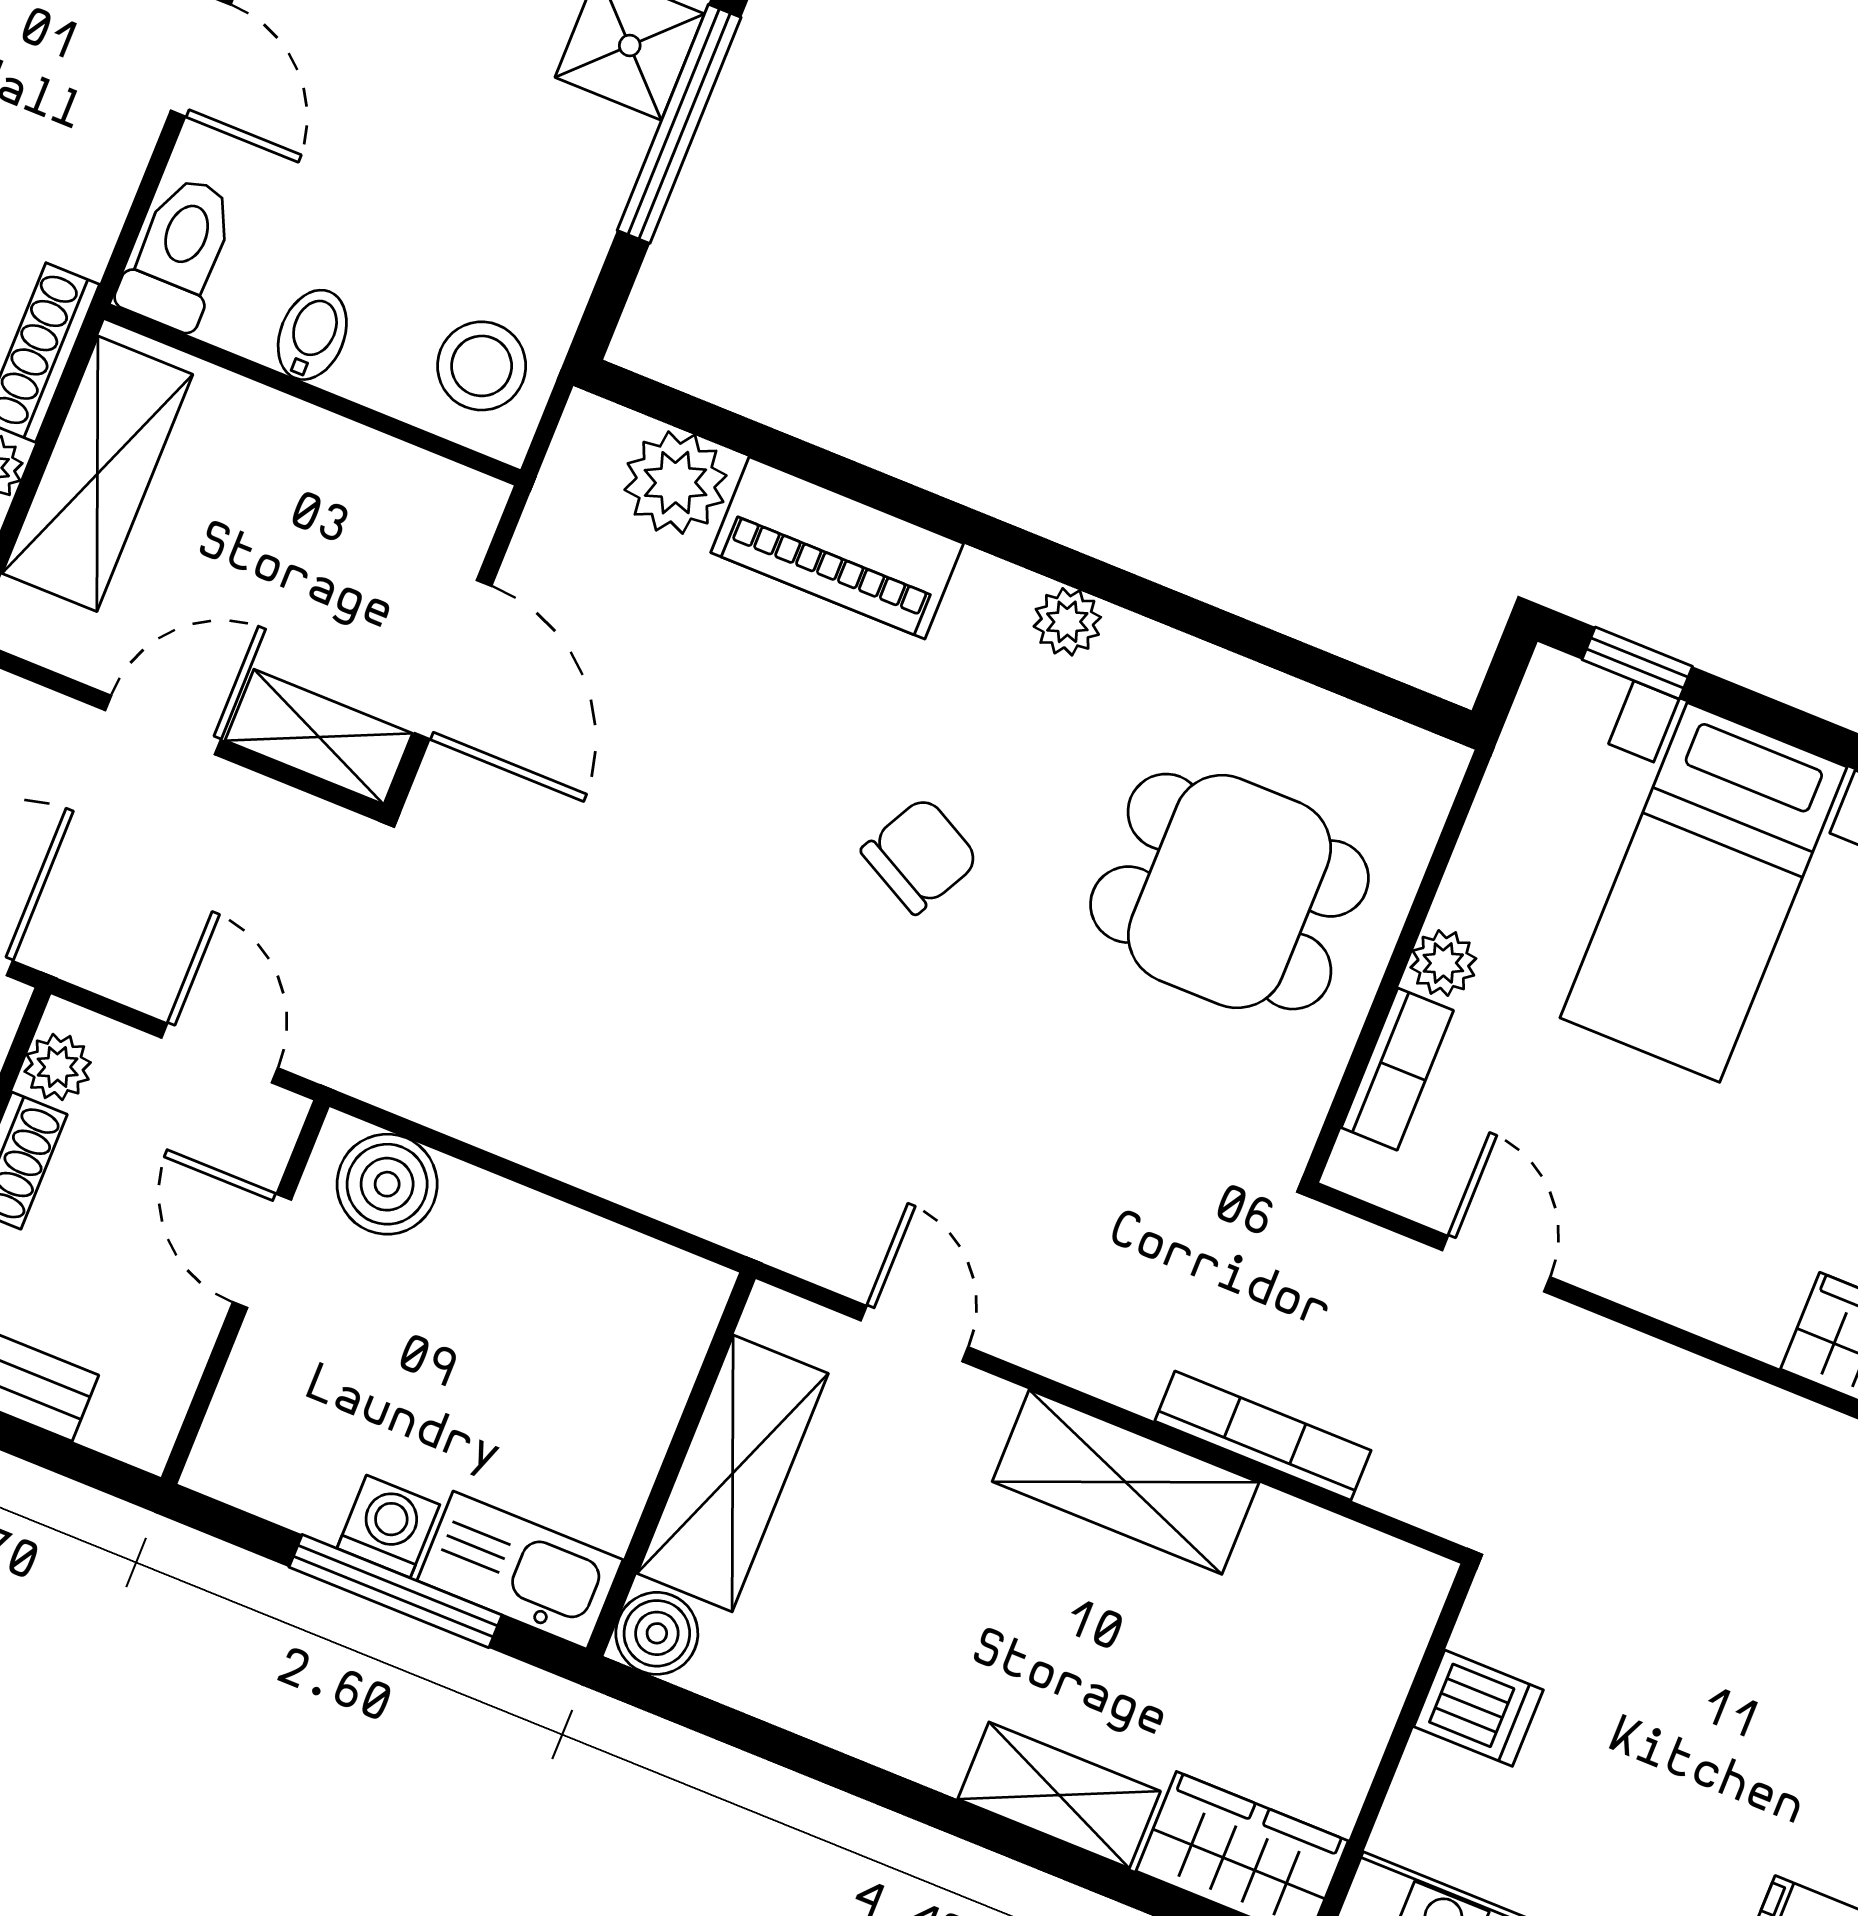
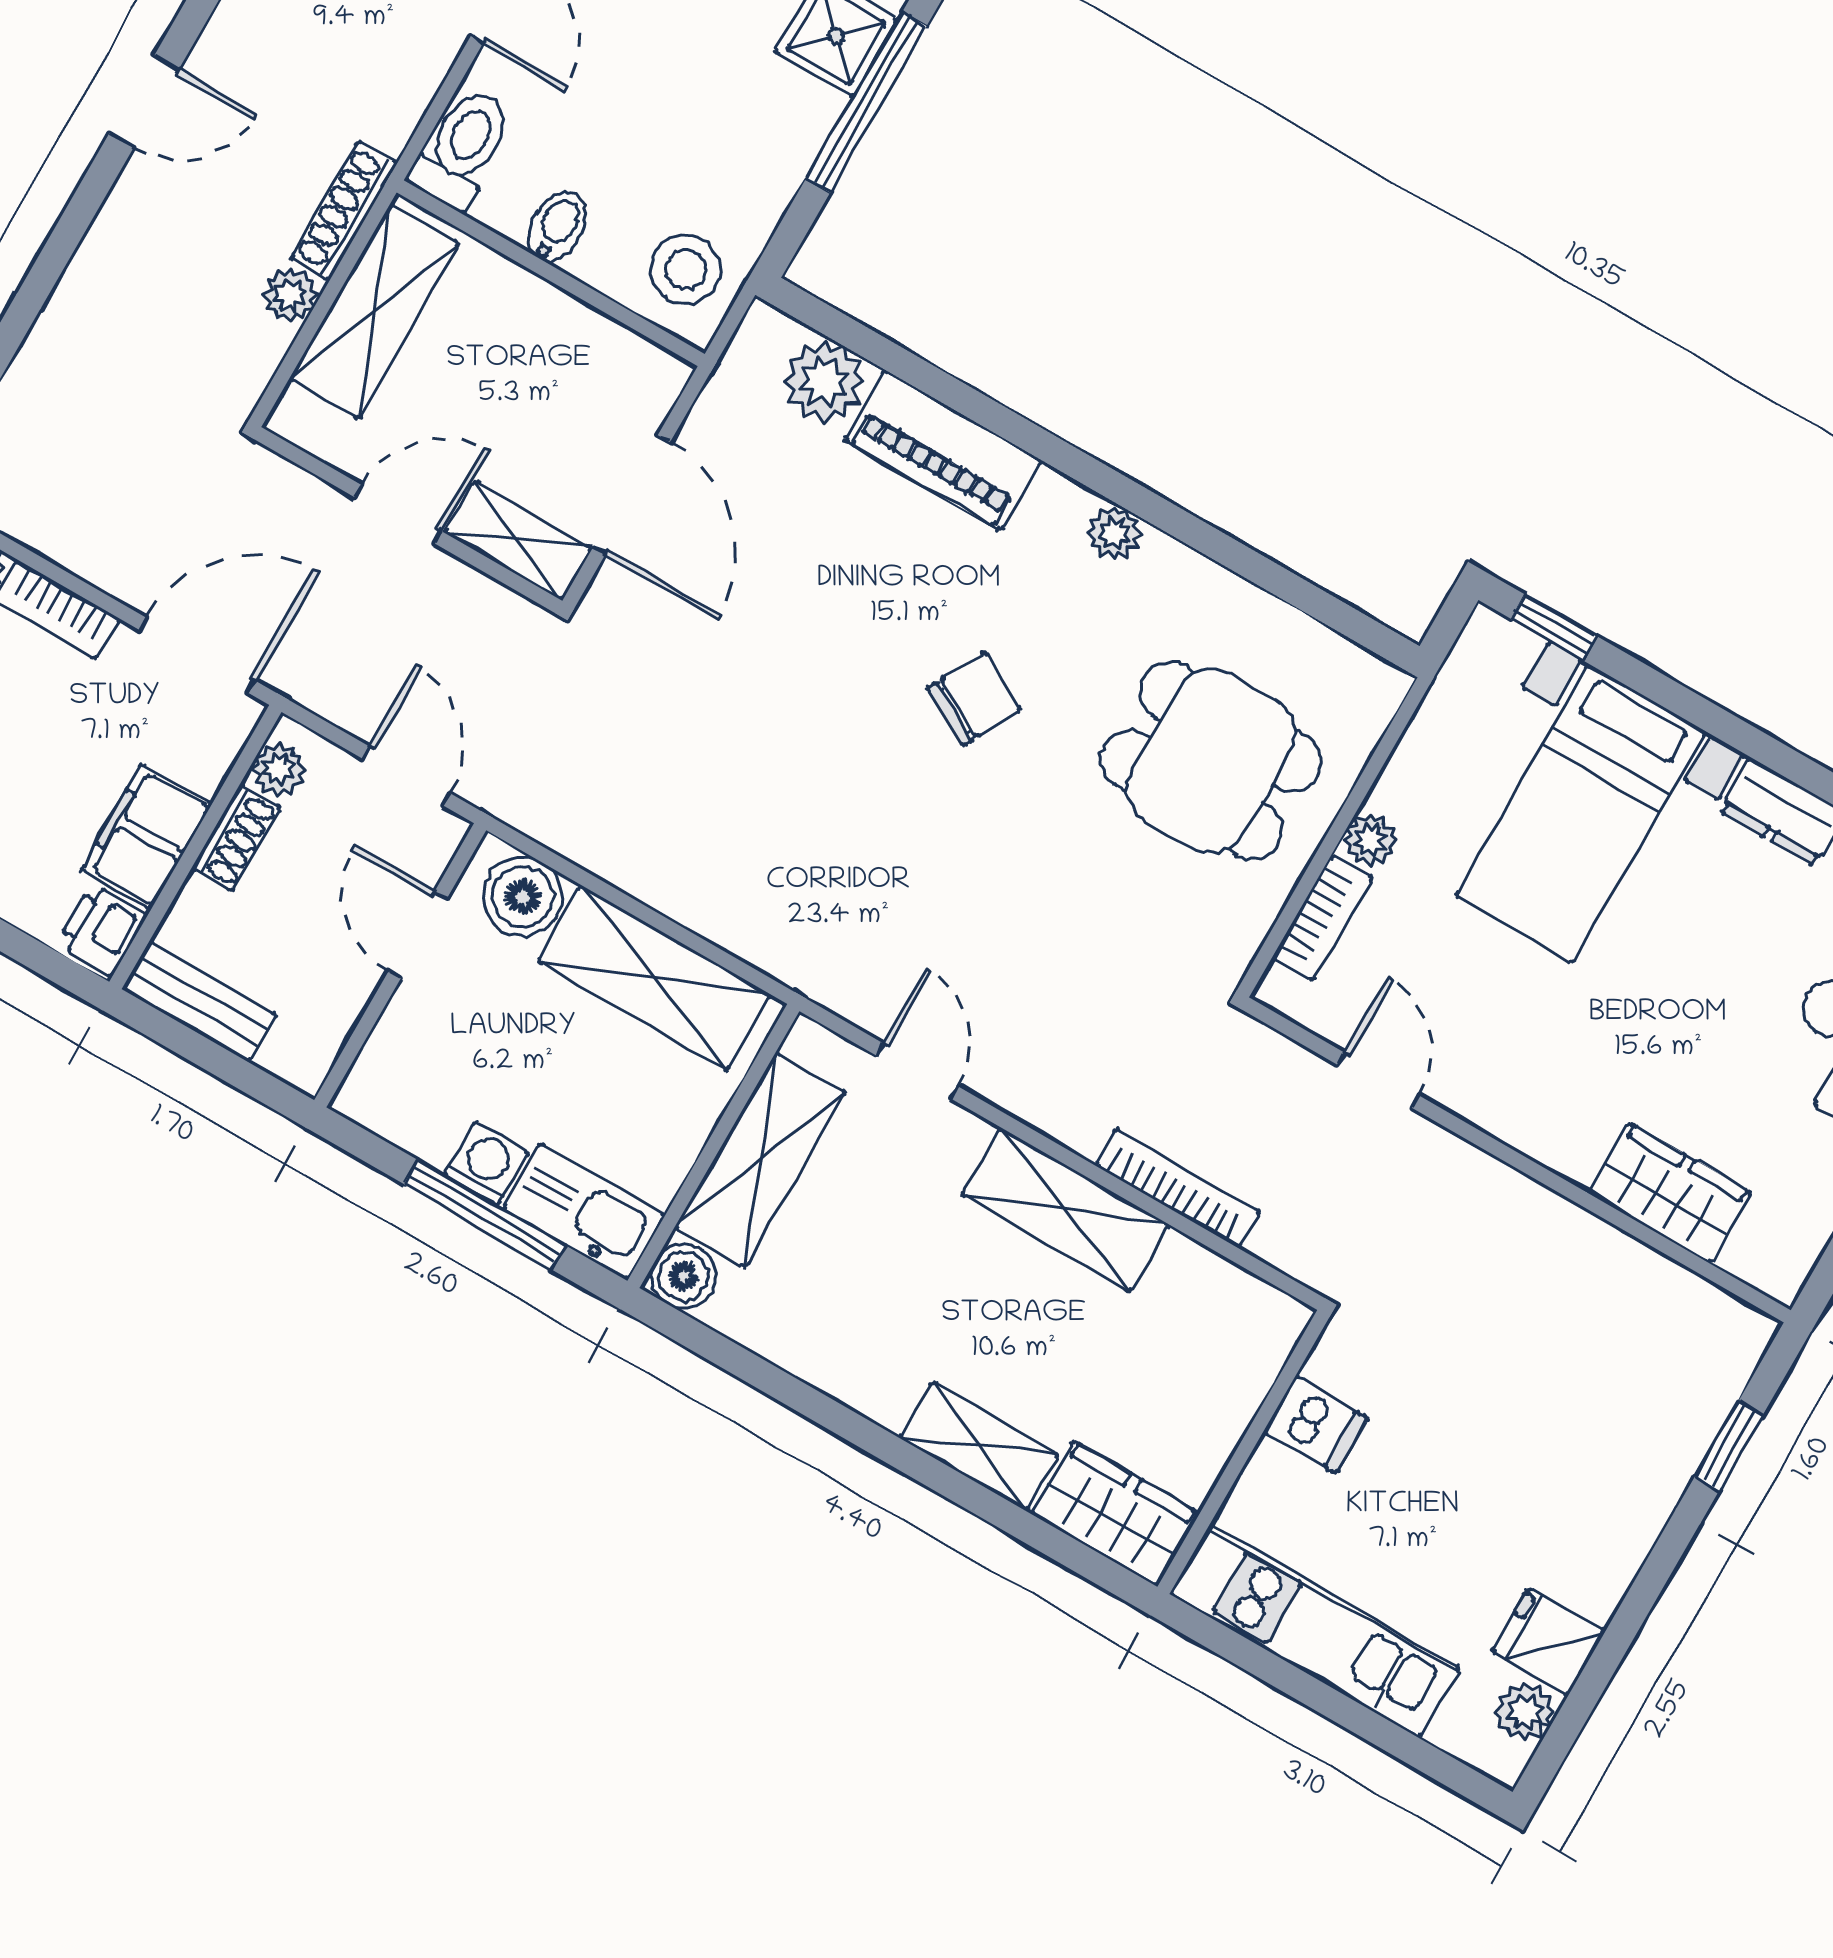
shelving: (567, 1263) -> (654, 978), added

